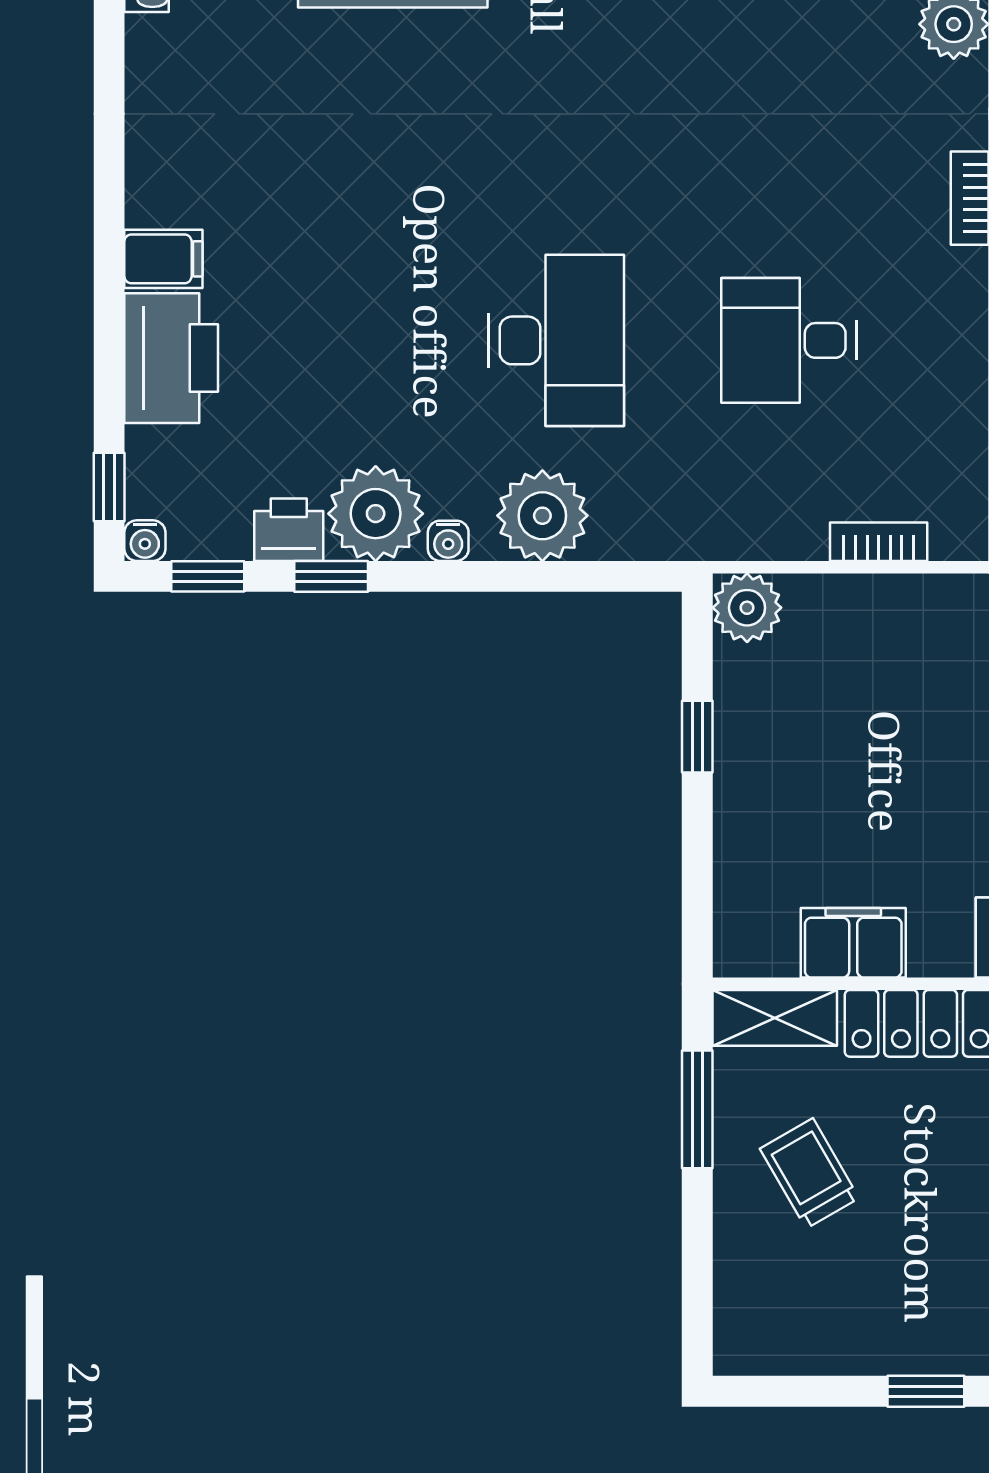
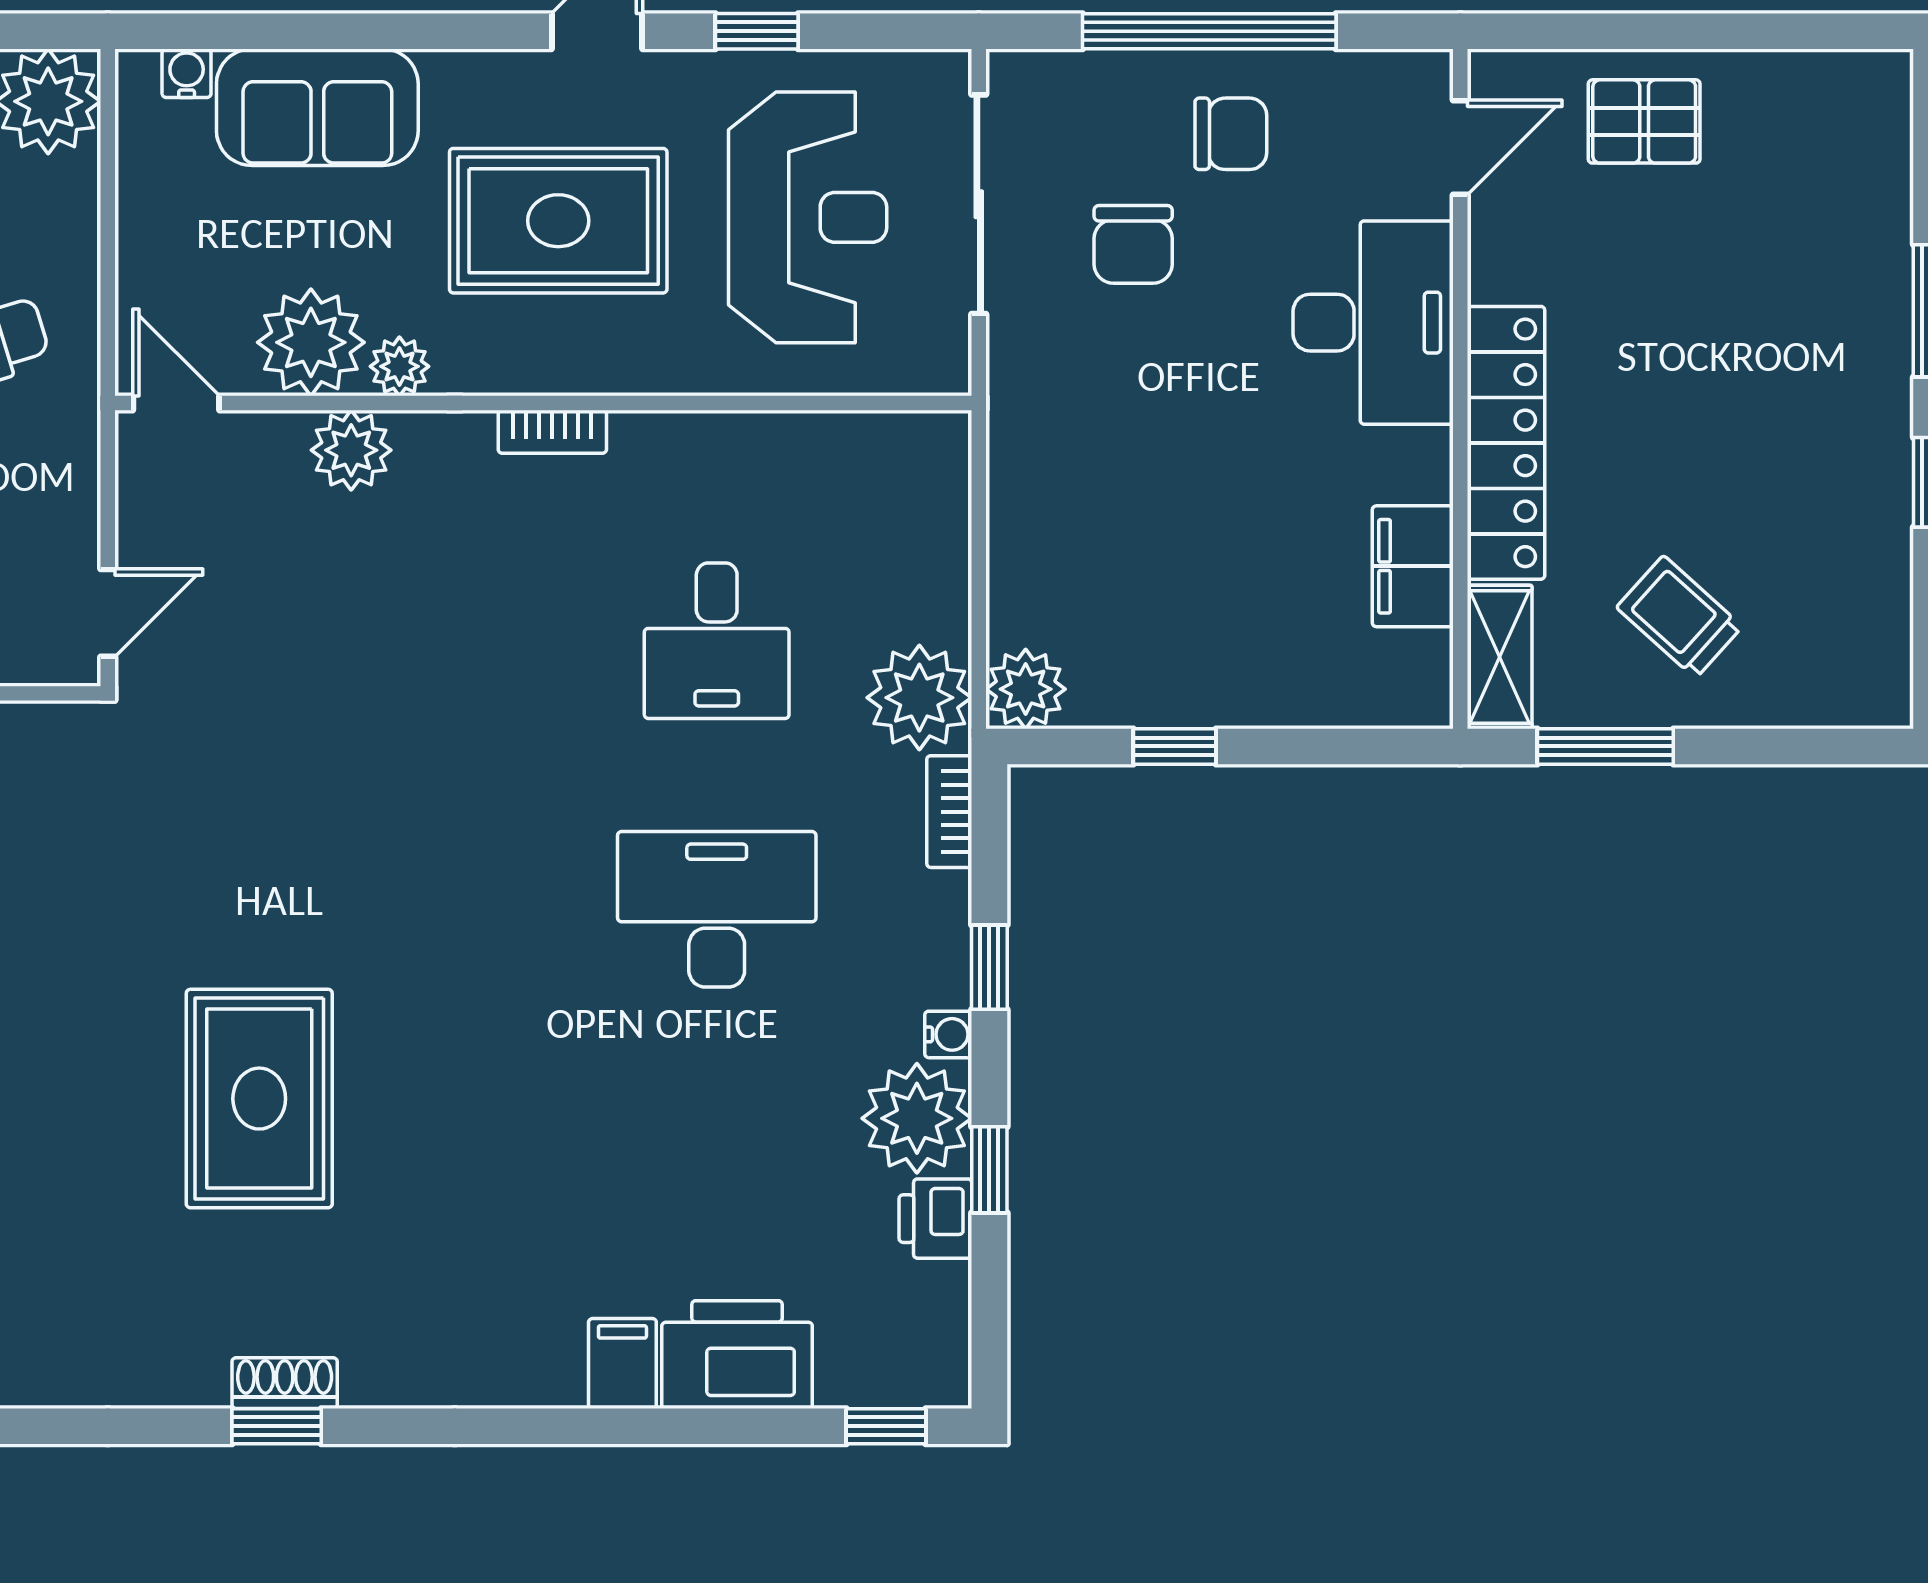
plant: (542, 516) -> (919, 698), moved
water cooler: (145, 541) -> (948, 1385), removed
bookcase: (879, 542) -> (949, 812), moved
window: (208, 576) -> (989, 967), moved
trolley: (809, 1173) -> (1679, 617), turned 72

